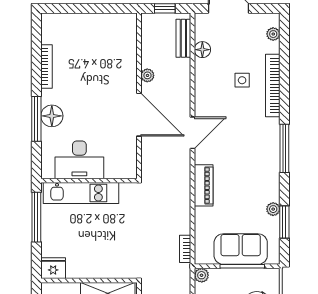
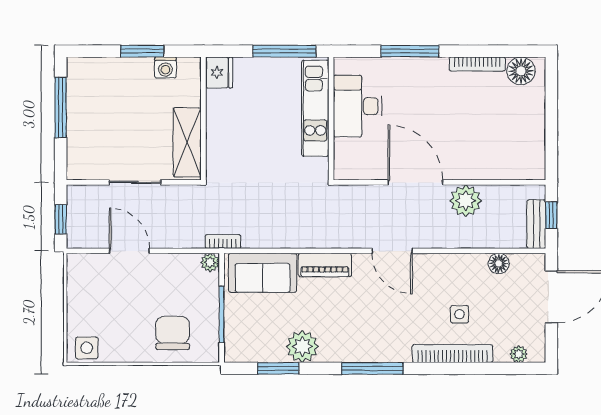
bench: (183, 38) -> (536, 224), moved, turned 90
plant: (147, 75) -> (466, 201), width x1.87, depth x1.87
door: (139, 115) -> (415, 182), swing flipped
floor lamp: (52, 116) -> (521, 71), moved
plant: (273, 209) -> (302, 346), width x1.87, depth x1.87
bookcase: (185, 249) -> (223, 241), moved
sofa: (241, 249) -> (263, 273), moved, turned 90

